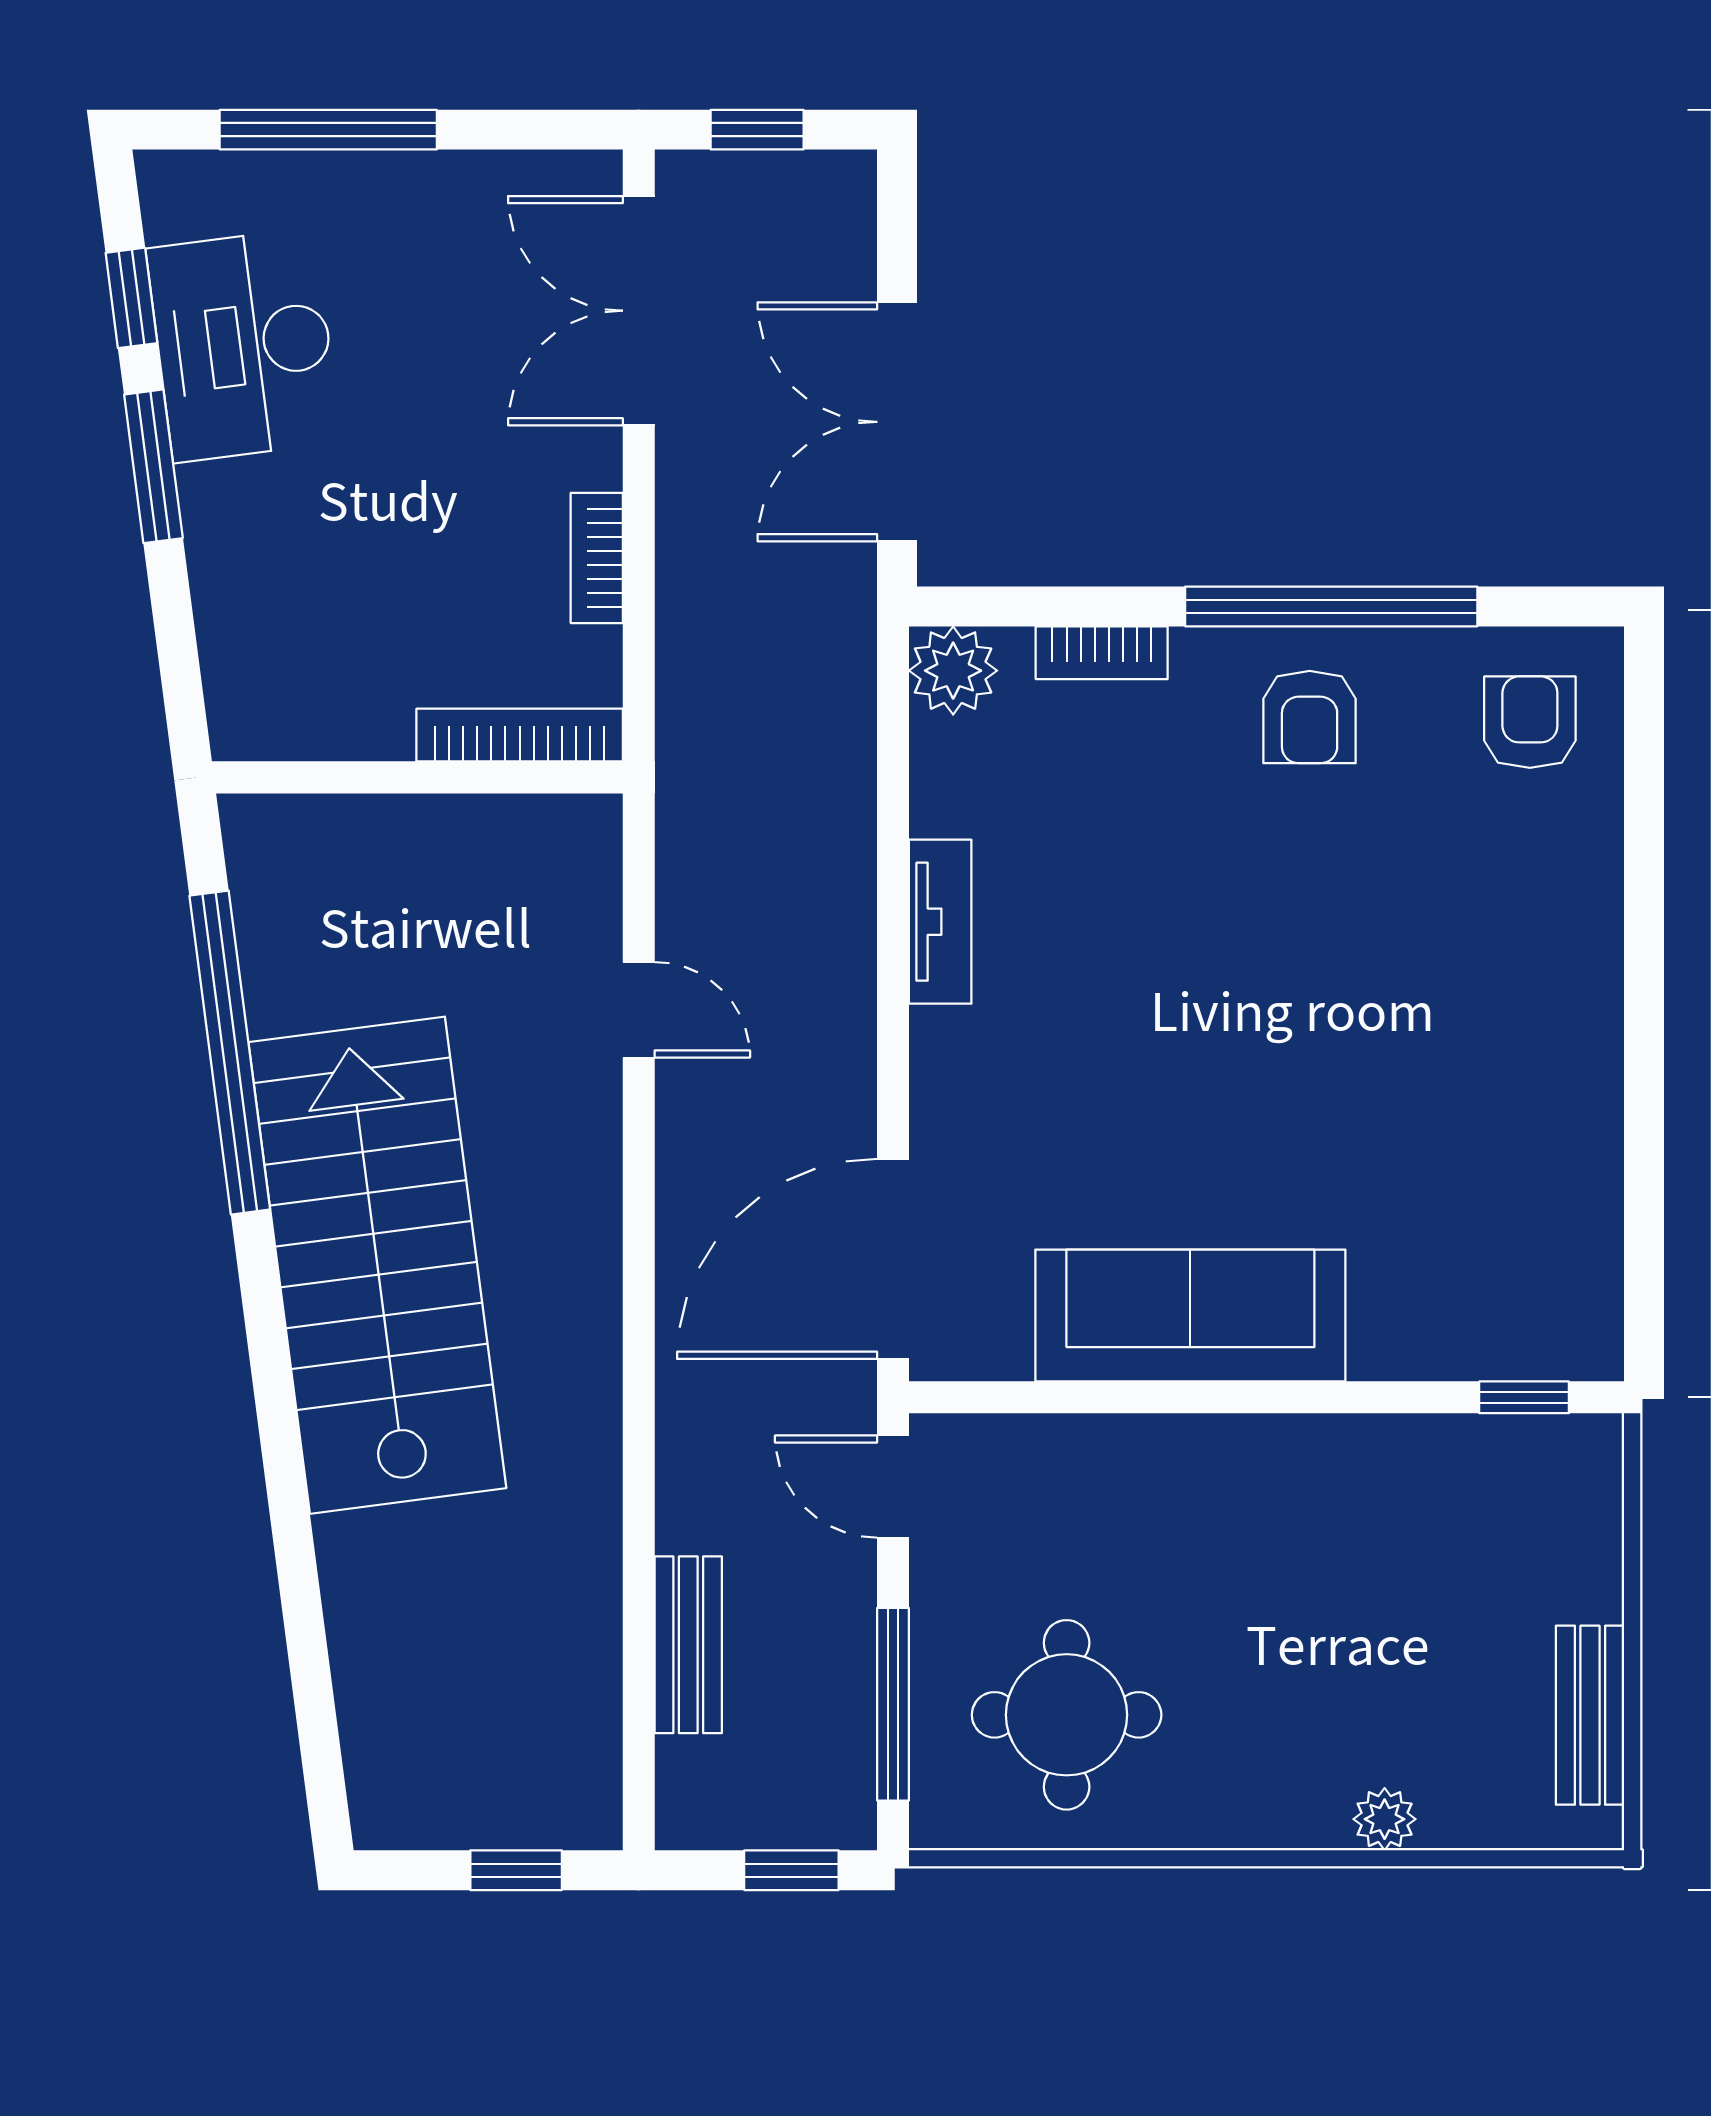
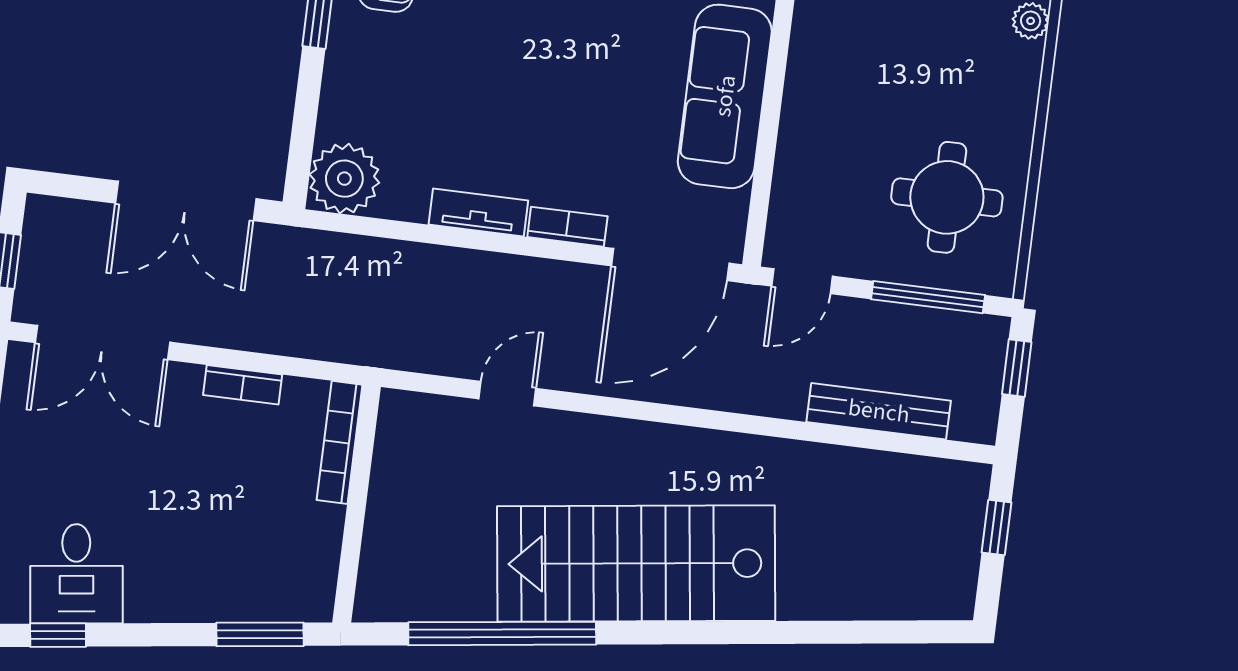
desk: (244, 345) -> (76, 574), width x0.73
window: (153, 466) -> (260, 634), moved
bookcase: (1102, 653) -> (567, 227), moved, turned -90
plant: (953, 671) -> (344, 179), width x1.36, depth x1.36
door: (893, 1259) -> (670, 265), hinge flipped
bench: (688, 1645) -> (879, 411), width x1.36

